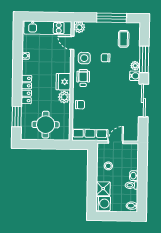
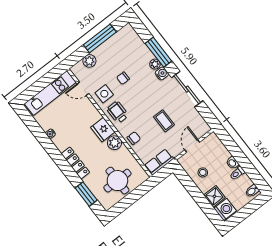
plant: (79, 27) -> (89, 61), moved
coffee table: (124, 39) -> (164, 121), moved
row of seats: (90, 135) -> (159, 162), width x0.68

